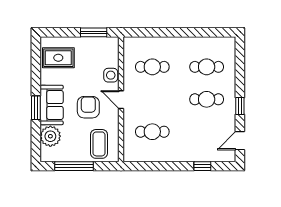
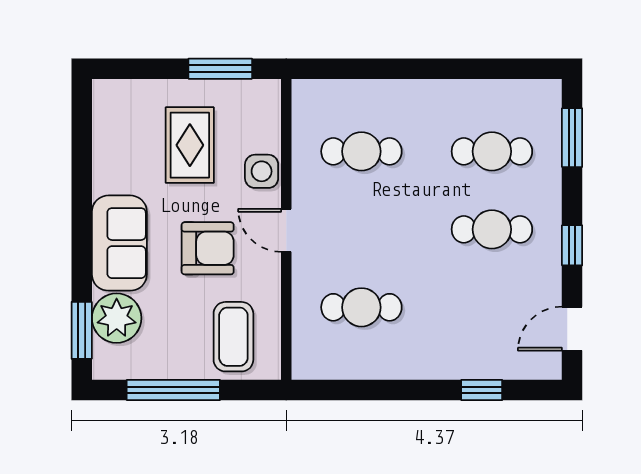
rug: (58, 58) -> (190, 145), moved, turned 90
window: (240, 61) -> (572, 138), added
armchair: (88, 107) -> (208, 248), turned 90
window: (36, 108) -> (82, 330), moved

